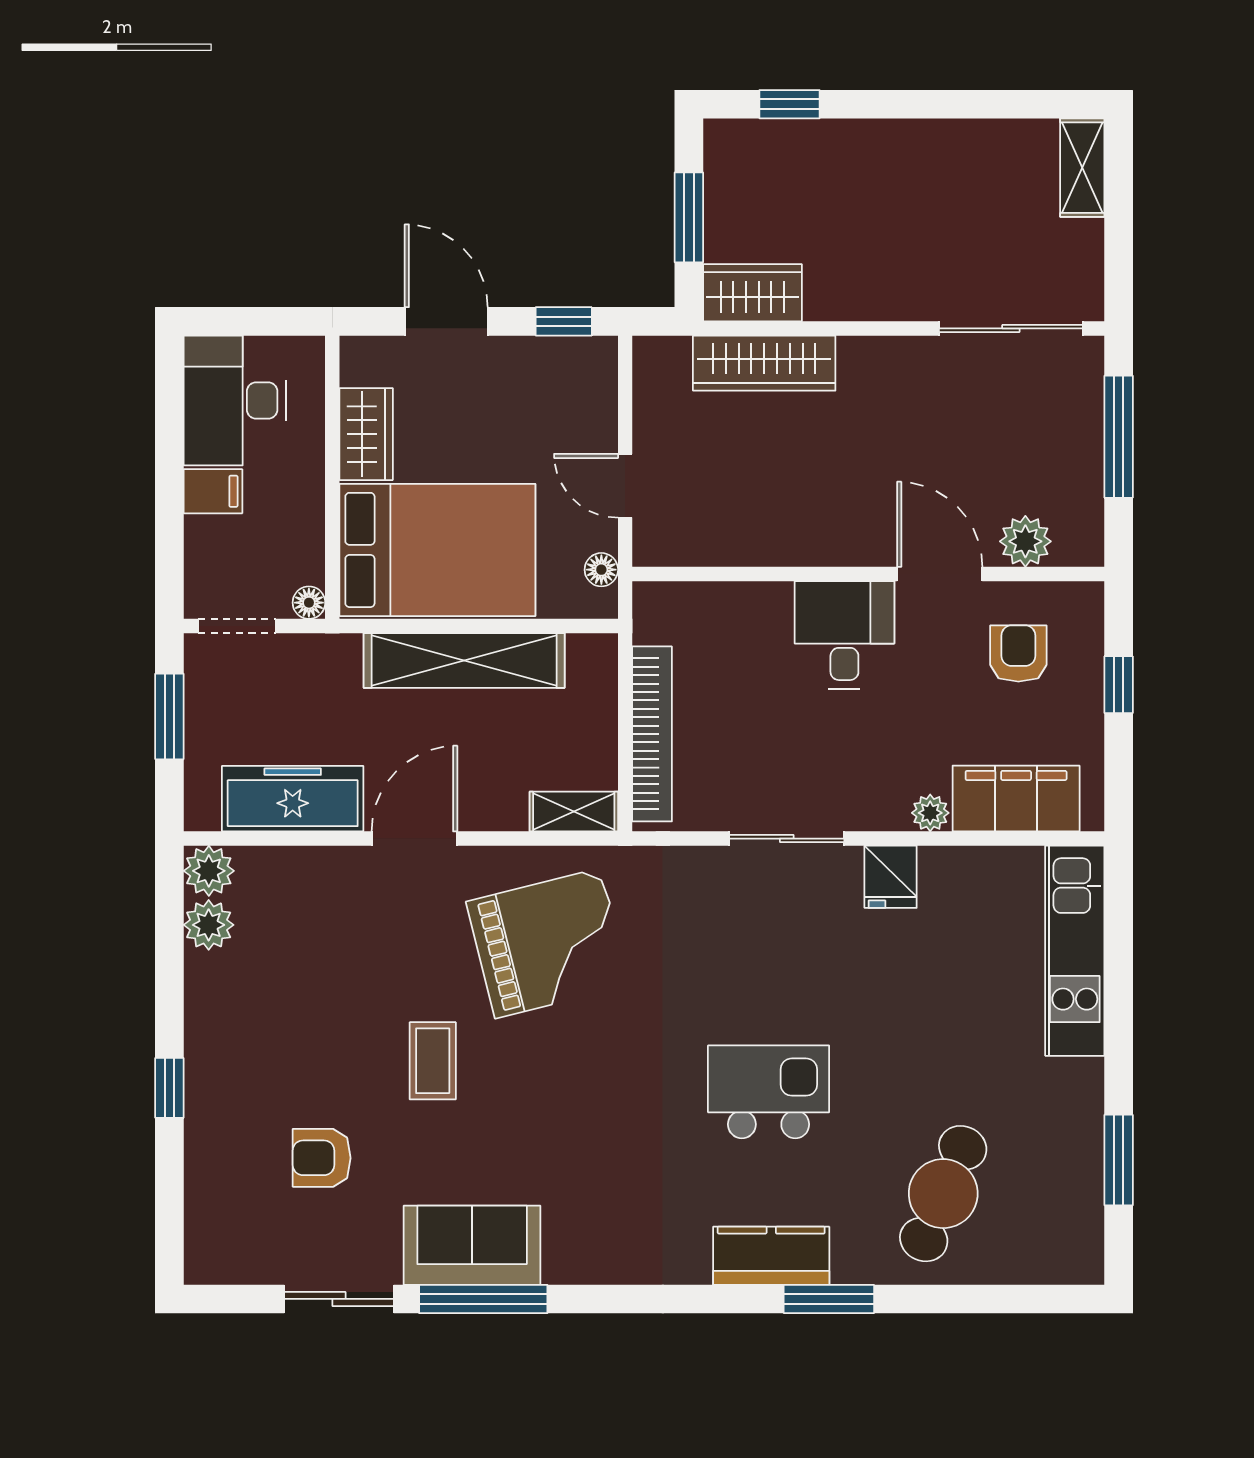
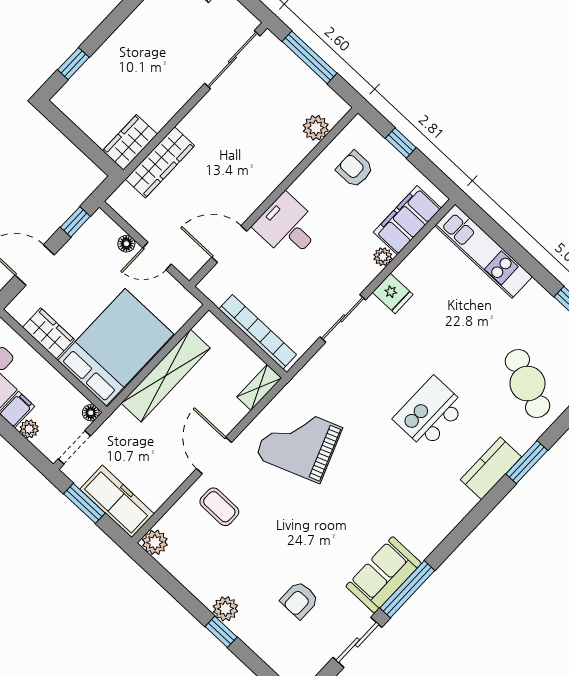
window: (689, 217) -> (80, 140), removed
plant: (202, 536) -> (29, 429), added
floor lamp: (601, 570) -> (126, 244), moved
door: (940, 574) -> (229, 244), moved
freezer: (293, 799) -> (117, 501), moved, turned 90
plant: (209, 925) -> (225, 609), moved
grand piano: (548, 943) -> (299, 442), turned -97
coffee table: (433, 1061) -> (219, 507), moved

